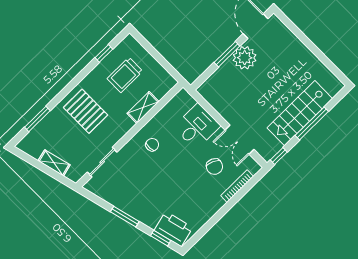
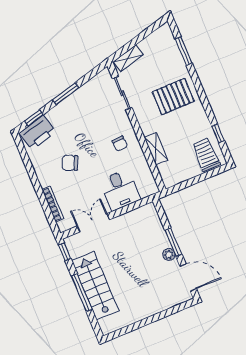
plant: (245, 58) -> (169, 255), width x0.53, depth x0.53
trolley: (125, 75) -> (206, 155), moved
shelving: (54, 163) -> (128, 58), moved
chair: (214, 167) -> (70, 163), moved

